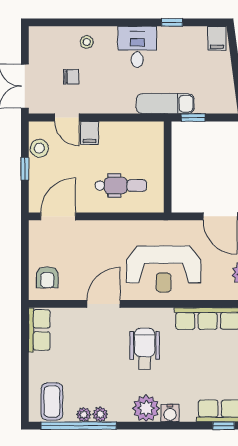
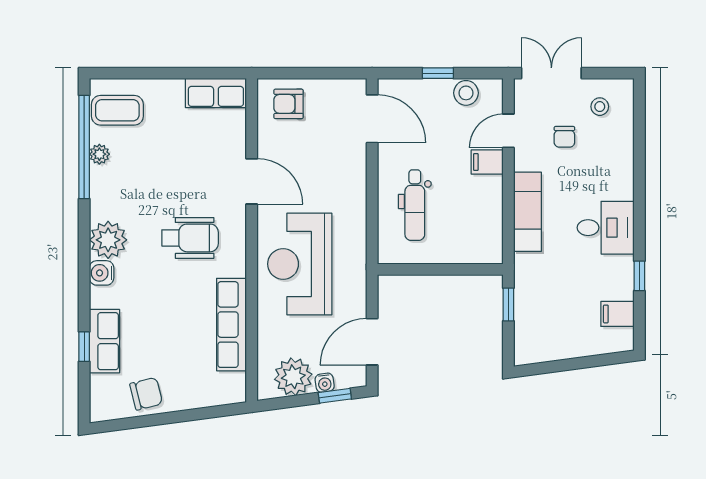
filing cabinet: (217, 38) -> (617, 314), moved
stool: (87, 42) -> (600, 107), moved
exam couch: (165, 104) -> (527, 212), moved
plant: (100, 414) -> (100, 177), removed

